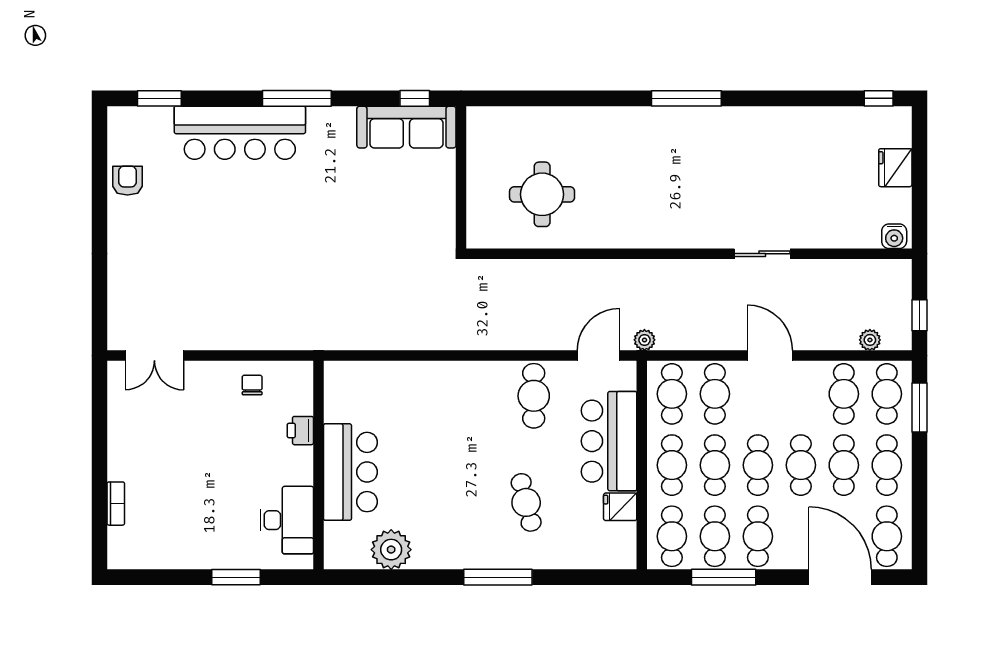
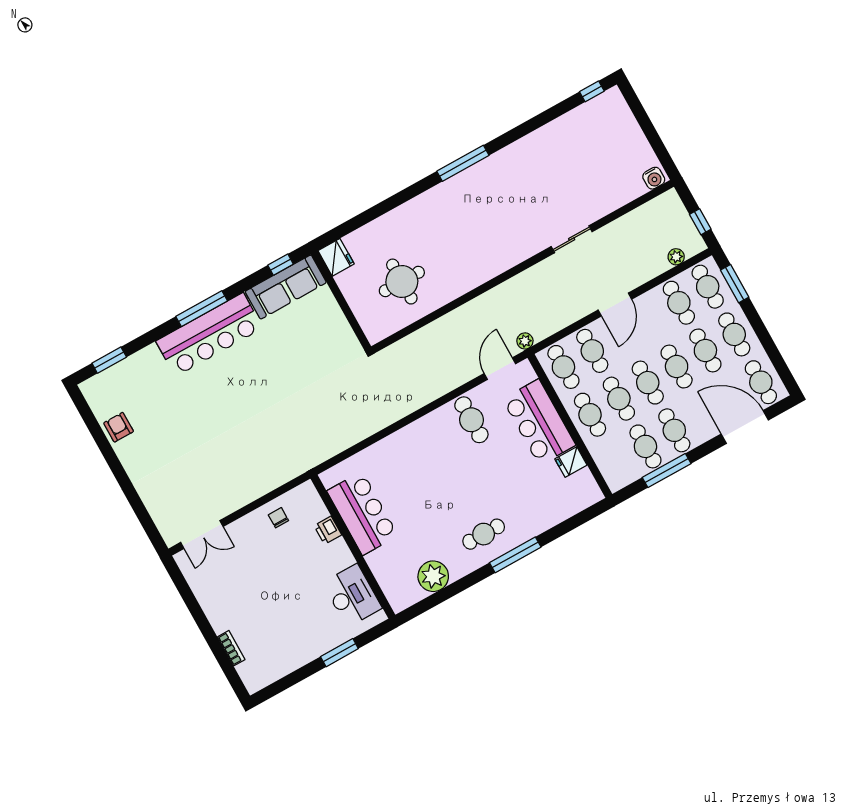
bar counter: (240, 133) -> (209, 335), moved
fridge: (895, 168) -> (336, 257), moved, turned 180
door: (770, 356) -> (615, 305), swing flipped
bar counter: (350, 472) -> (362, 513), moved
cafe table: (526, 502) -> (484, 534), moved, turned -76
cafe table: (672, 536) -> (617, 462), removed

